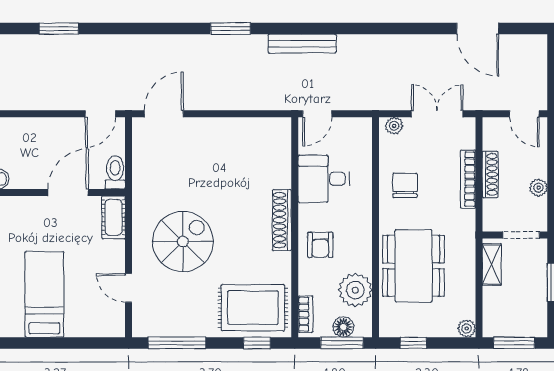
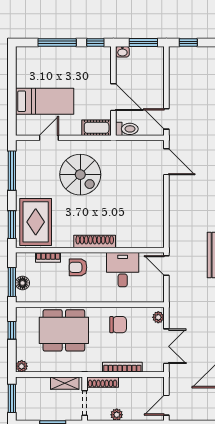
shoe rack: (490, 174) -> (103, 382), moved
plant: (355, 290) -> (47, 291), removed
bed: (44, 294) -> (45, 101), moved
bookcase: (305, 314) -> (48, 257), moved
window: (257, 343) -> (12, 225), width x1.50

